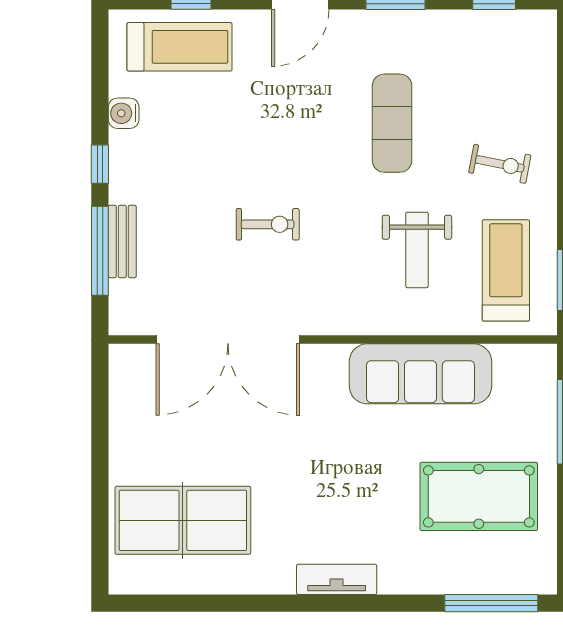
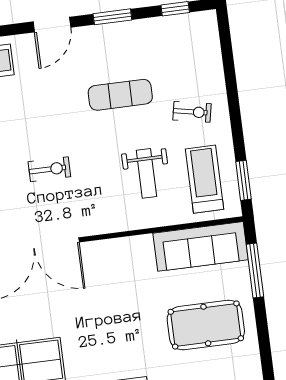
exercise mat: (392, 123) -> (120, 95), turned 90
sofa: (420, 374) -> (200, 246), moved

